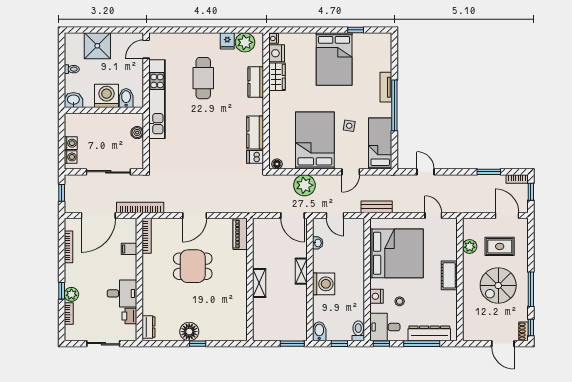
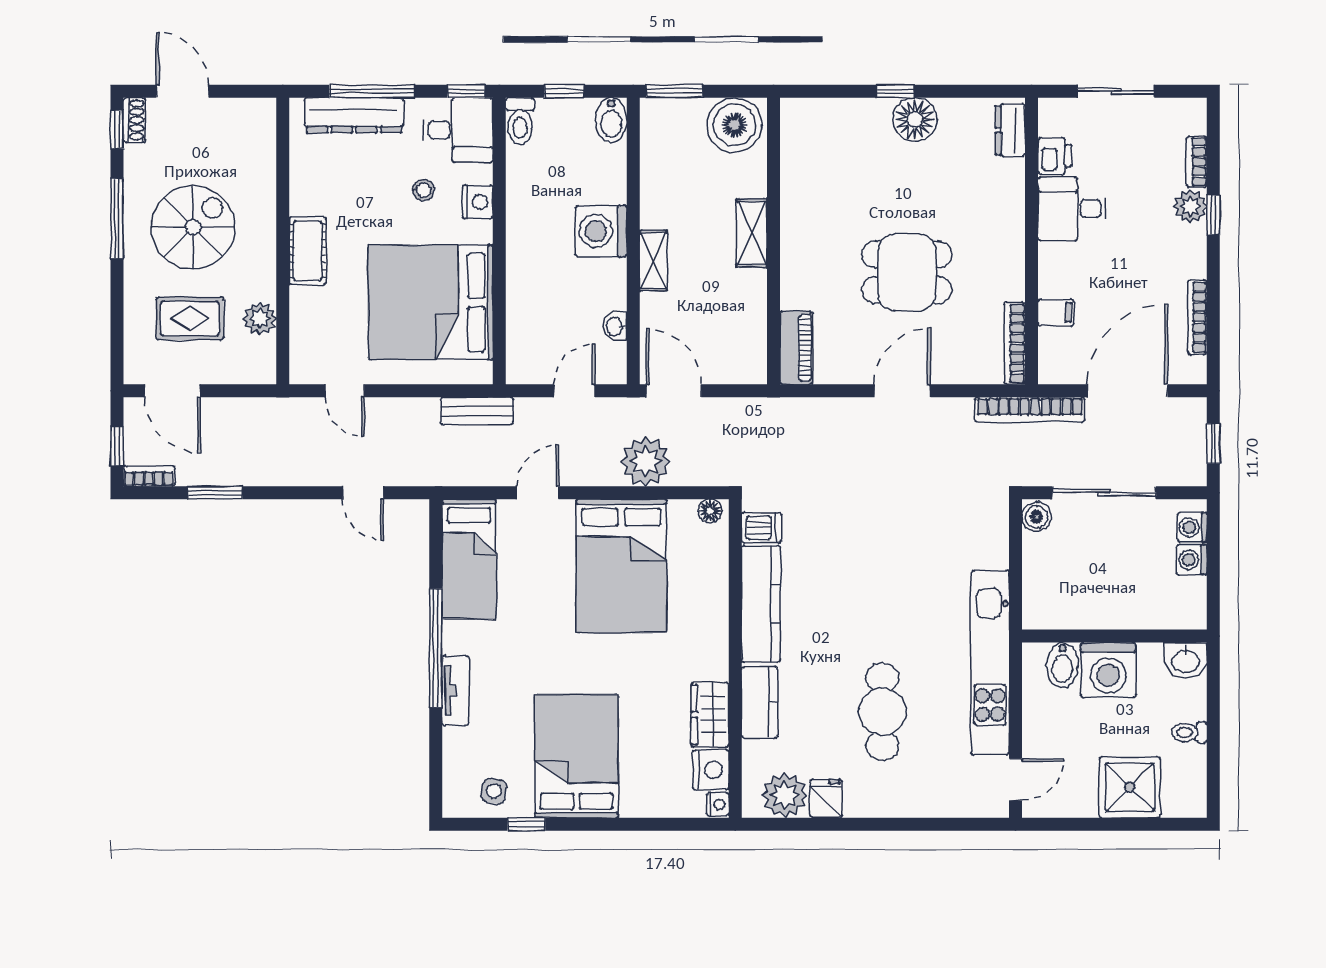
side table: (349, 126) -> (494, 791), moved
boiler: (137, 133) -> (1037, 517), moved
kitchen counter: (255, 133) -> (761, 604), width x1.50
door: (335, 215) -> (575, 391), hinge flipped
boiler: (266, 329) -> (735, 125), added

